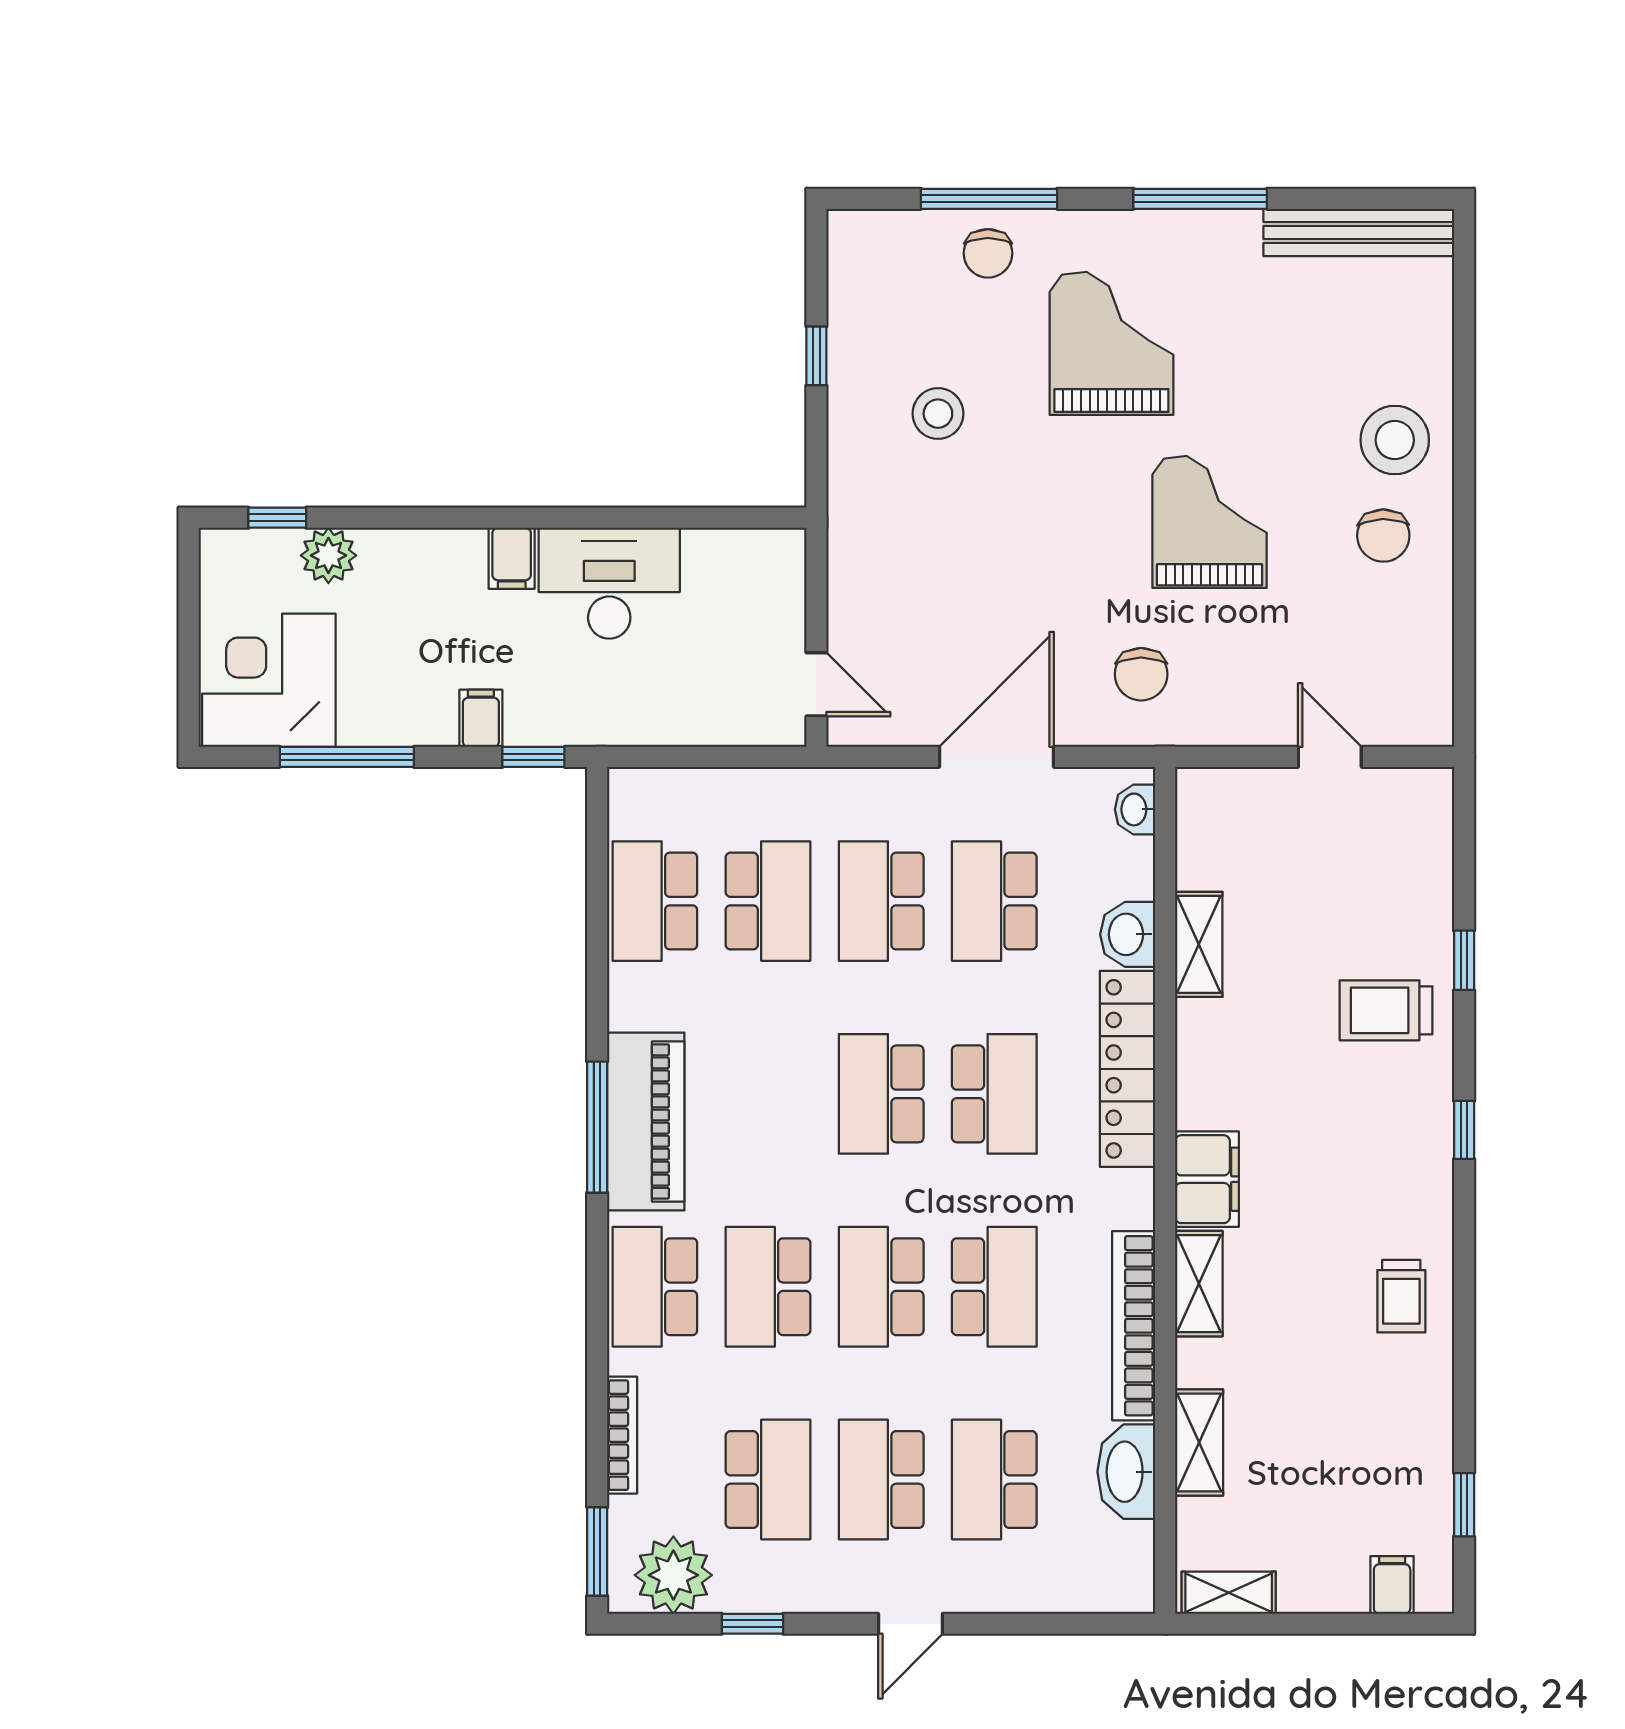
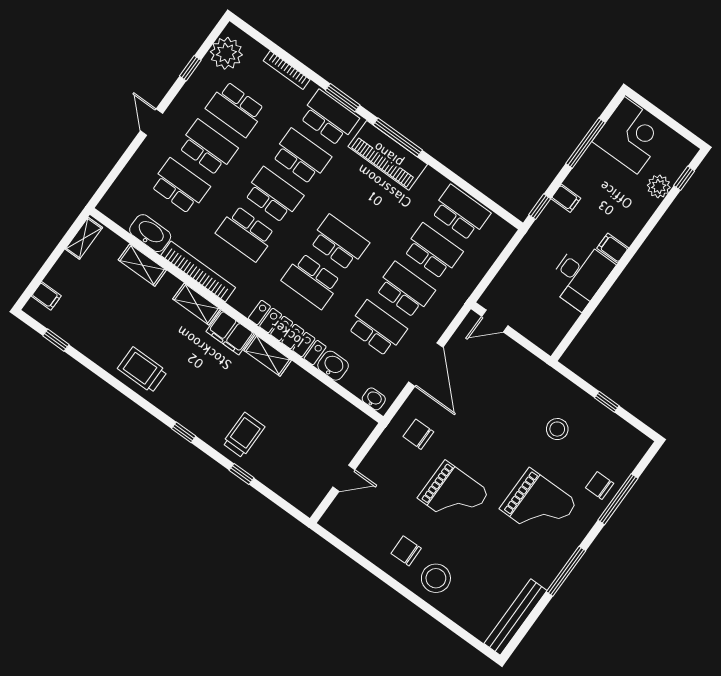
school desk: (768, 901) -> (433, 251), turned 180
shelving: (1199, 944) -> (268, 355), moved
trolley: (1401, 1296) -> (142, 370), width x1.36, depth x1.39
window: (597, 1552) -> (343, 98), moved

